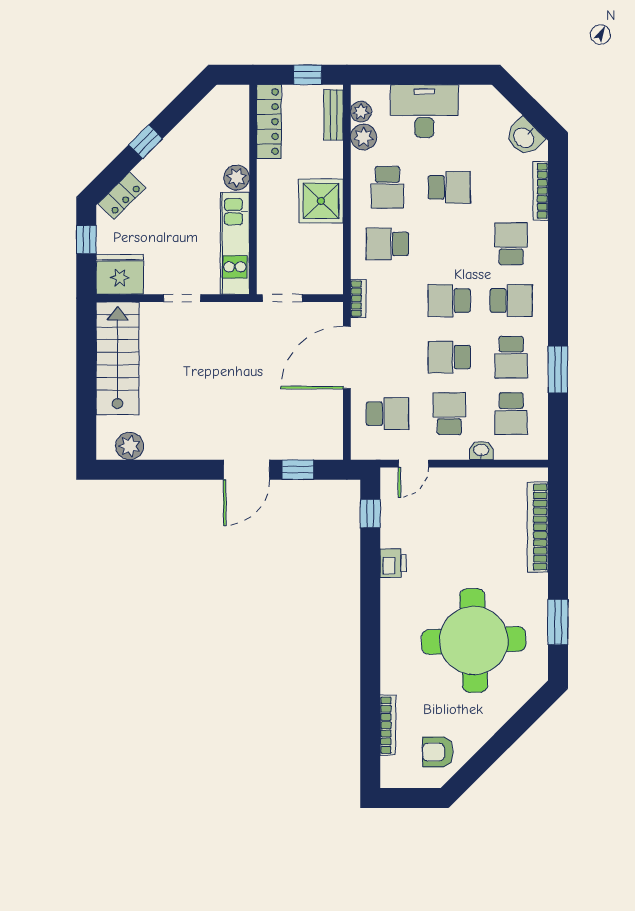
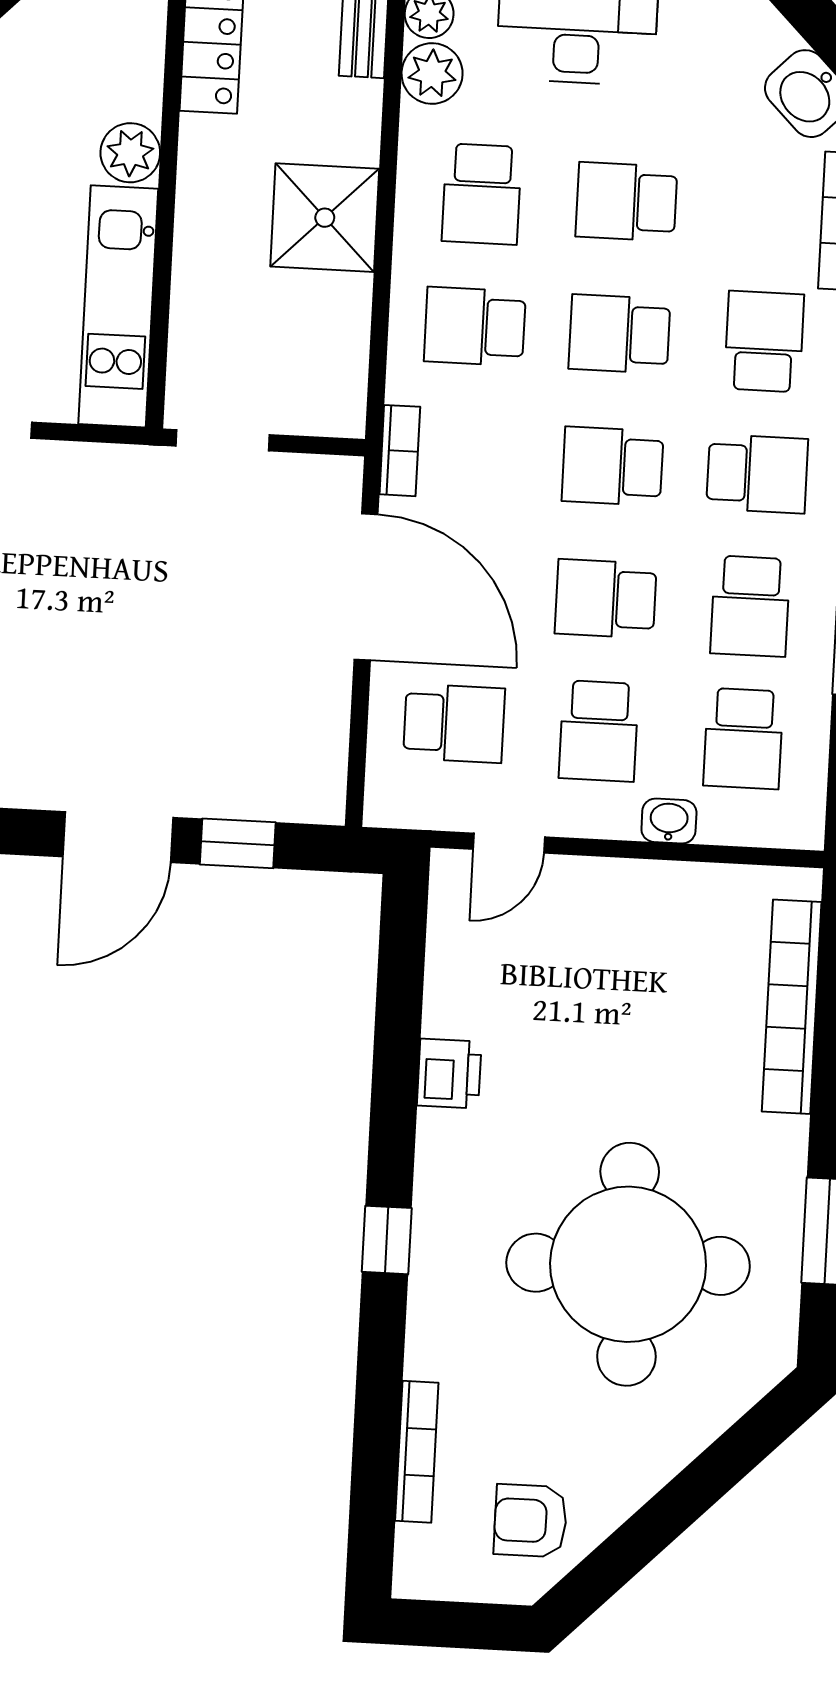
school desk: (449, 187) -> (626, 202), turned 180
school desk: (449, 244) -> (619, 334), added
door: (347, 357) -> (366, 587), swing flipped
school desk: (449, 414) -> (599, 731), turned 180
window: (370, 514) -> (387, 1240), moved

